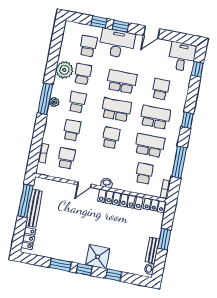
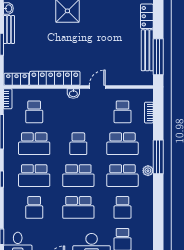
plant: (64, 70) -> (144, 208), removed
window: (45, 99) -> (158, 157), moved
school desk: (77, 102) -> (122, 176), width x1.85
school desk: (72, 130) -> (122, 144), width x1.85

